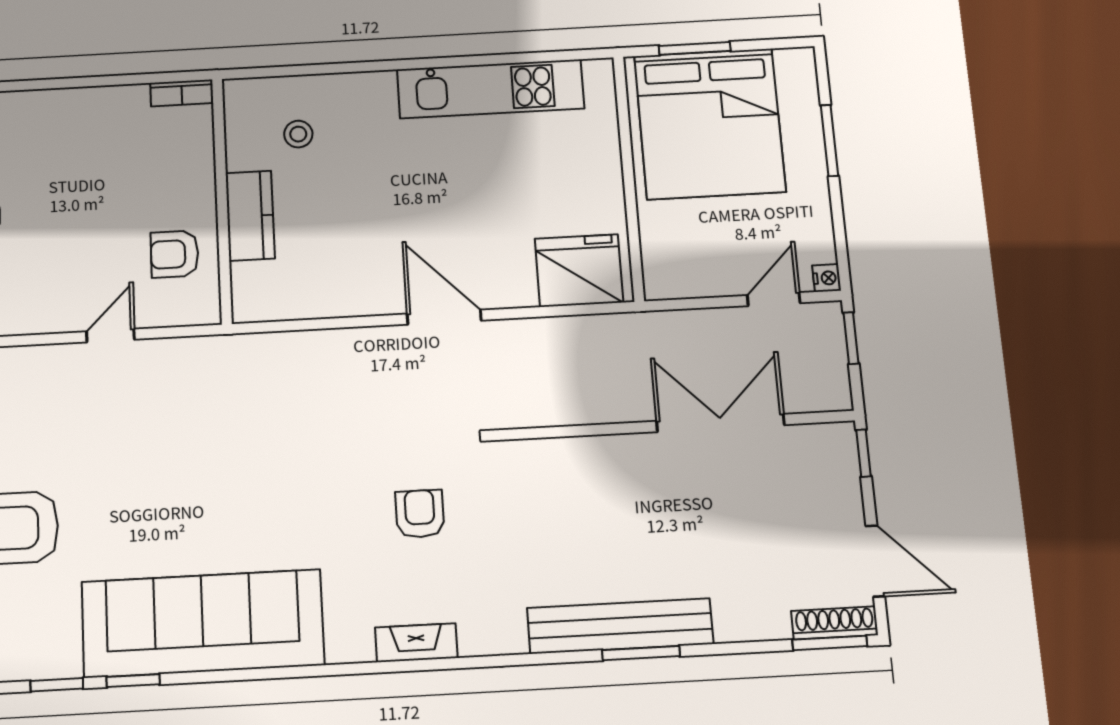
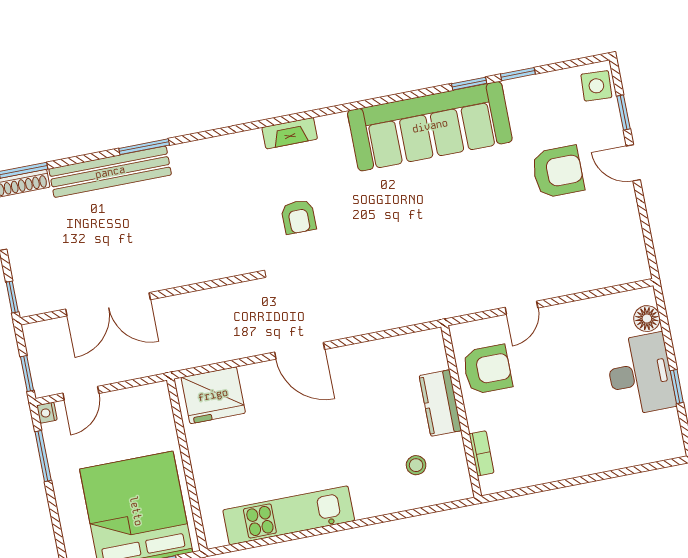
bookcase: (182, 93) -> (481, 453), moved, turned 90
window: (829, 140) -> (43, 456), moved
armchair: (175, 254) -> (487, 369), width x1.38, depth x1.38
bench: (620, 626) -> (110, 172), moved

